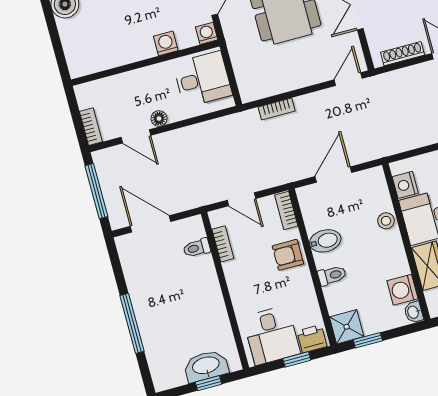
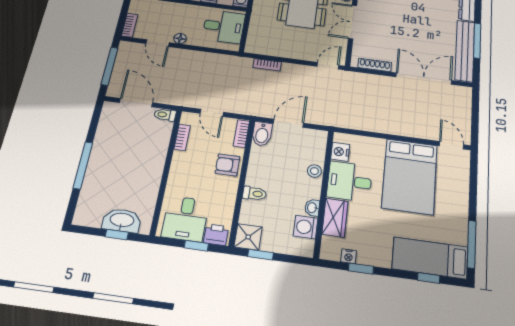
bidet: (325, 241) -> (262, 134), moved, turned 90
toilet: (197, 248) -> (165, 115), moved
washbasin: (413, 312) -> (312, 208), moved

